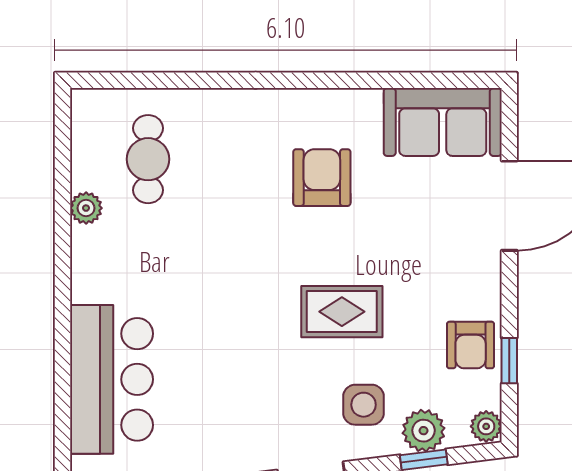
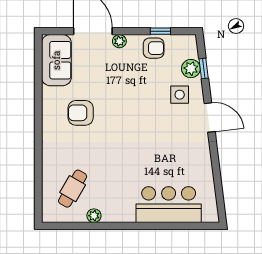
cafe table: (148, 159) -> (73, 189), turned -60
rug: (342, 312) -> (139, 104), removed
plant: (486, 426) -> (119, 41), moved

